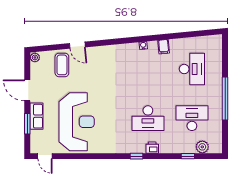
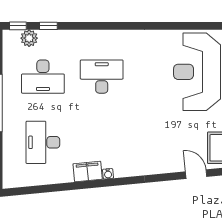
filing cabinet: (164, 47) -> (88, 171), width x2.00
printer: (152, 148) -> (96, 37), removed
window: (136, 156) -> (18, 26), moved

